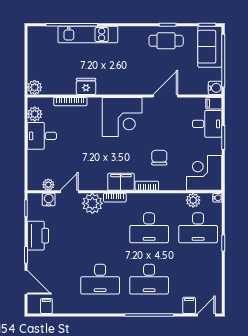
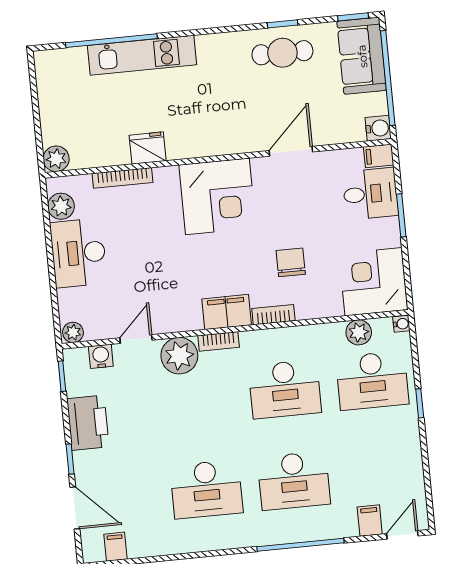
desk: (42, 136) -> (78, 253), width x1.37
plant: (48, 185) -> (73, 332), moved

